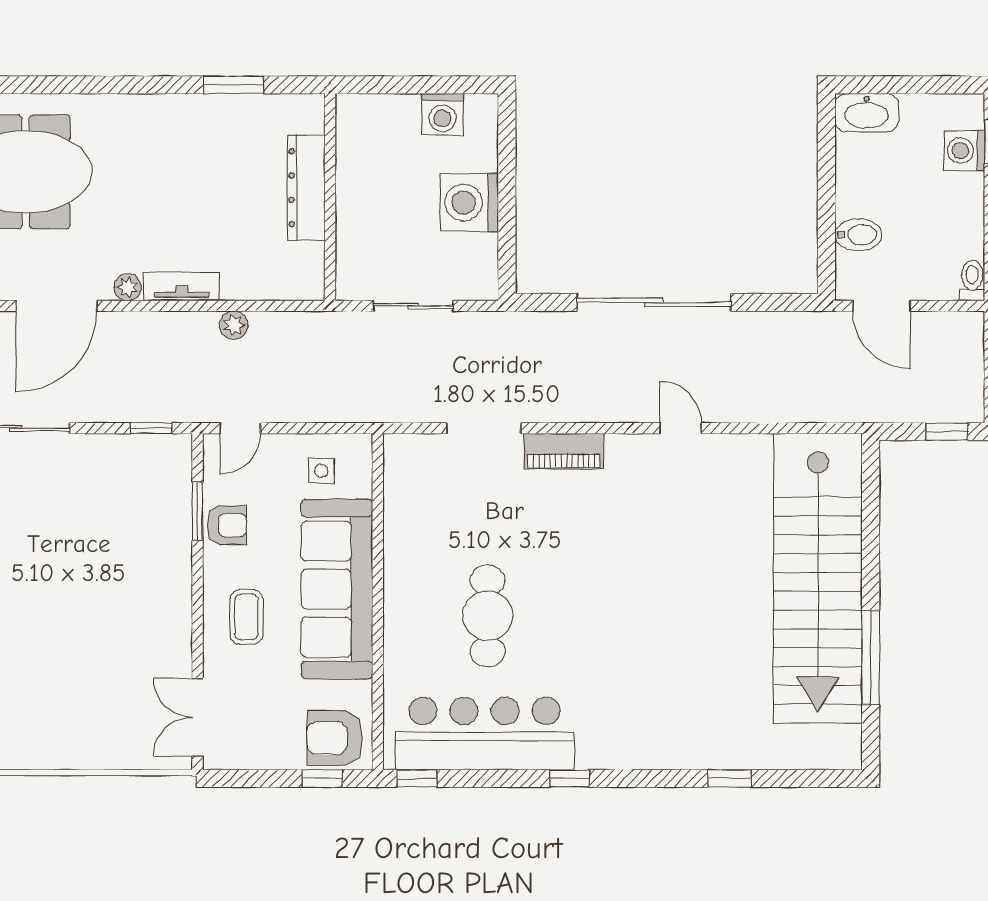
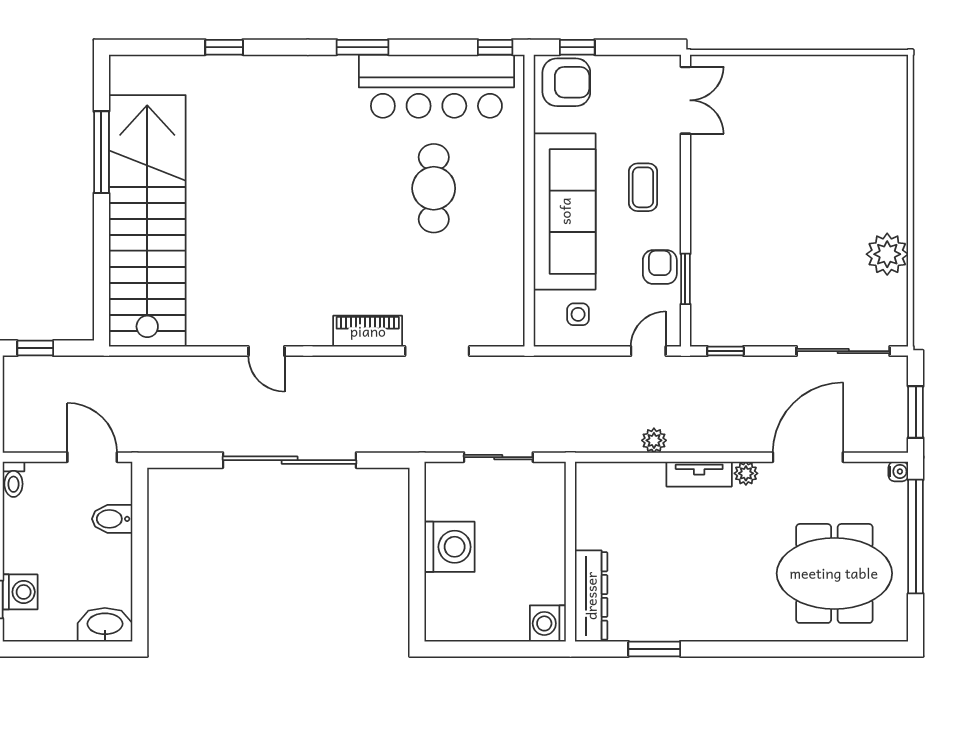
washing machine: (442, 114) -> (548, 623), moved, turned -90
dresser: (306, 188) -> (591, 596), moved
armchair: (227, 525) -> (660, 267), turned 90
window: (570, 778) -> (362, 47), width x1.50

